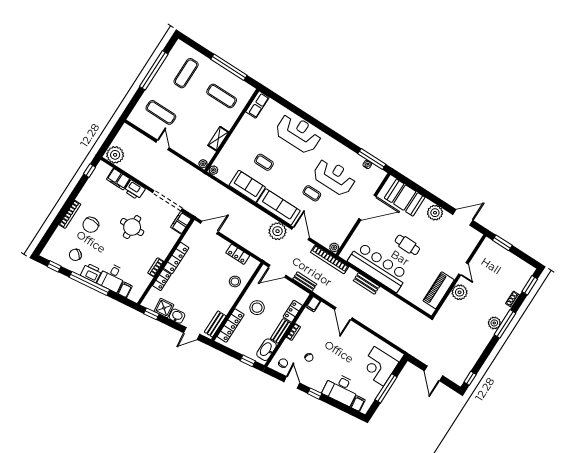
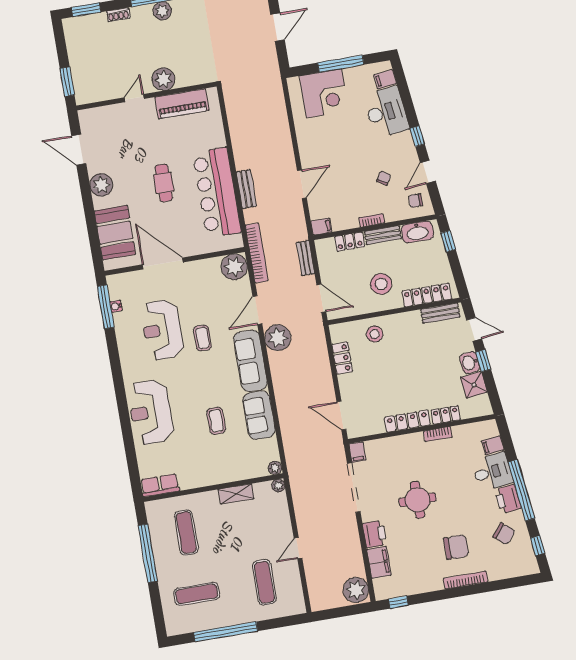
filing cabinet: (181, 223) -> (357, 452), width x0.50
plant: (334, 248) -> (234, 267), width x1.88, depth x1.88
window: (151, 314) -> (483, 361), moved

